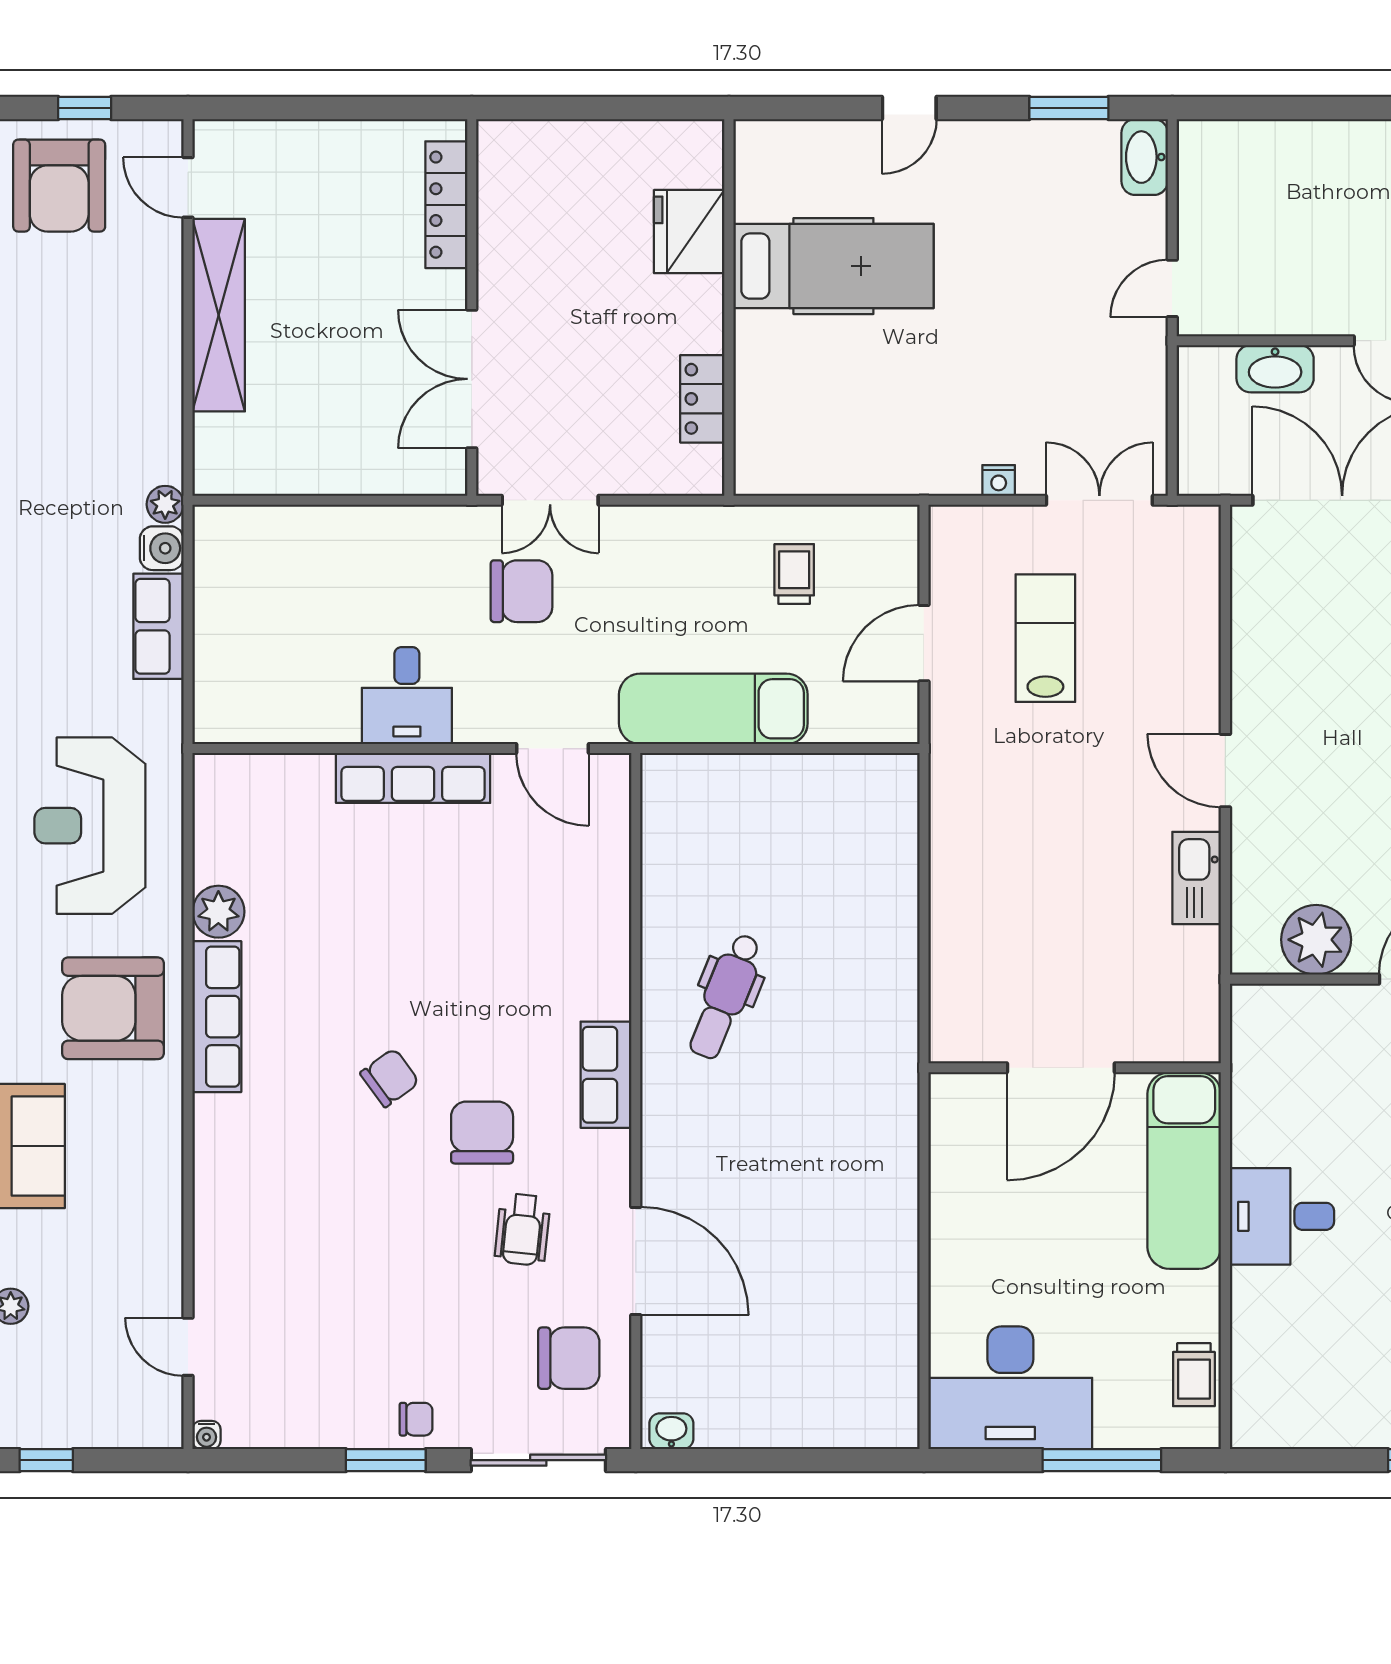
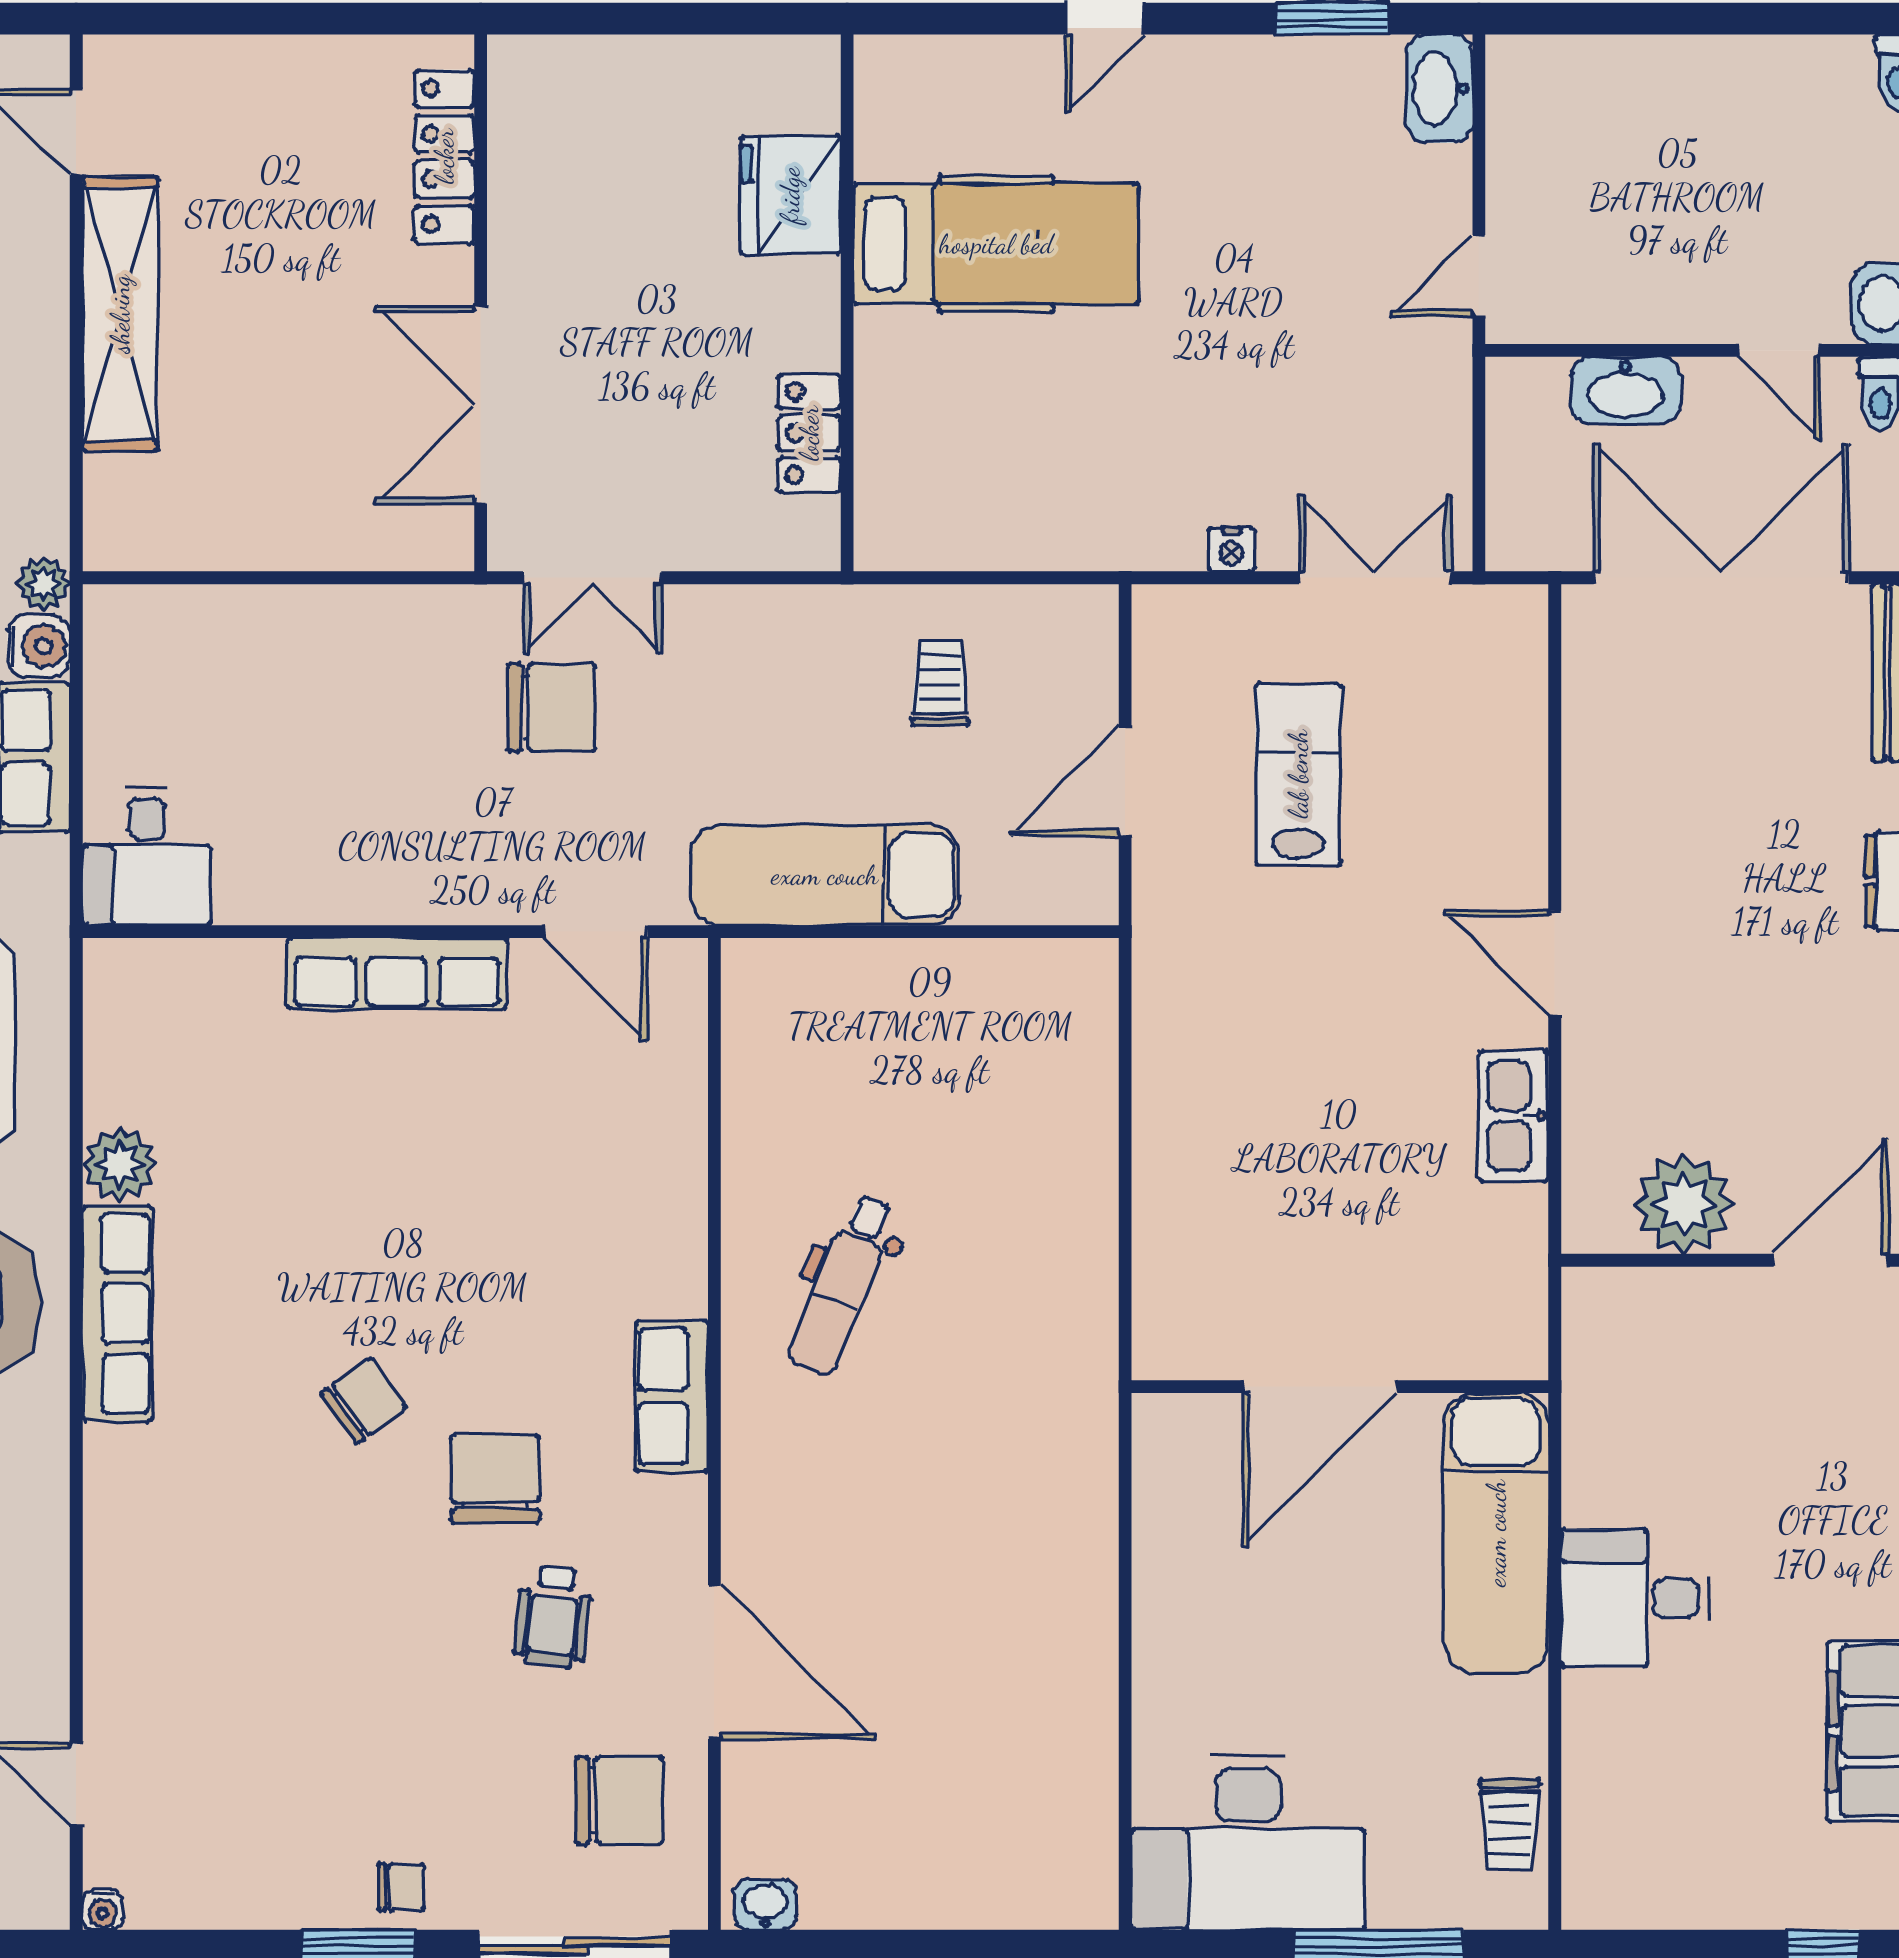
desk: (407, 696) -> (147, 856), moved

